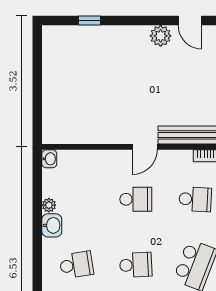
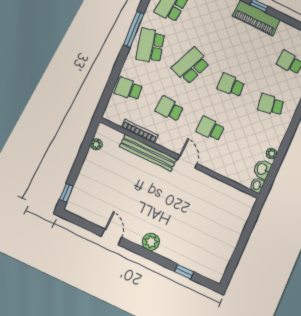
plant: (161, 36) -> (151, 242), moved
door: (145, 147) -> (187, 162), hinge flipped
washbasin: (52, 225) -> (262, 169), moved

